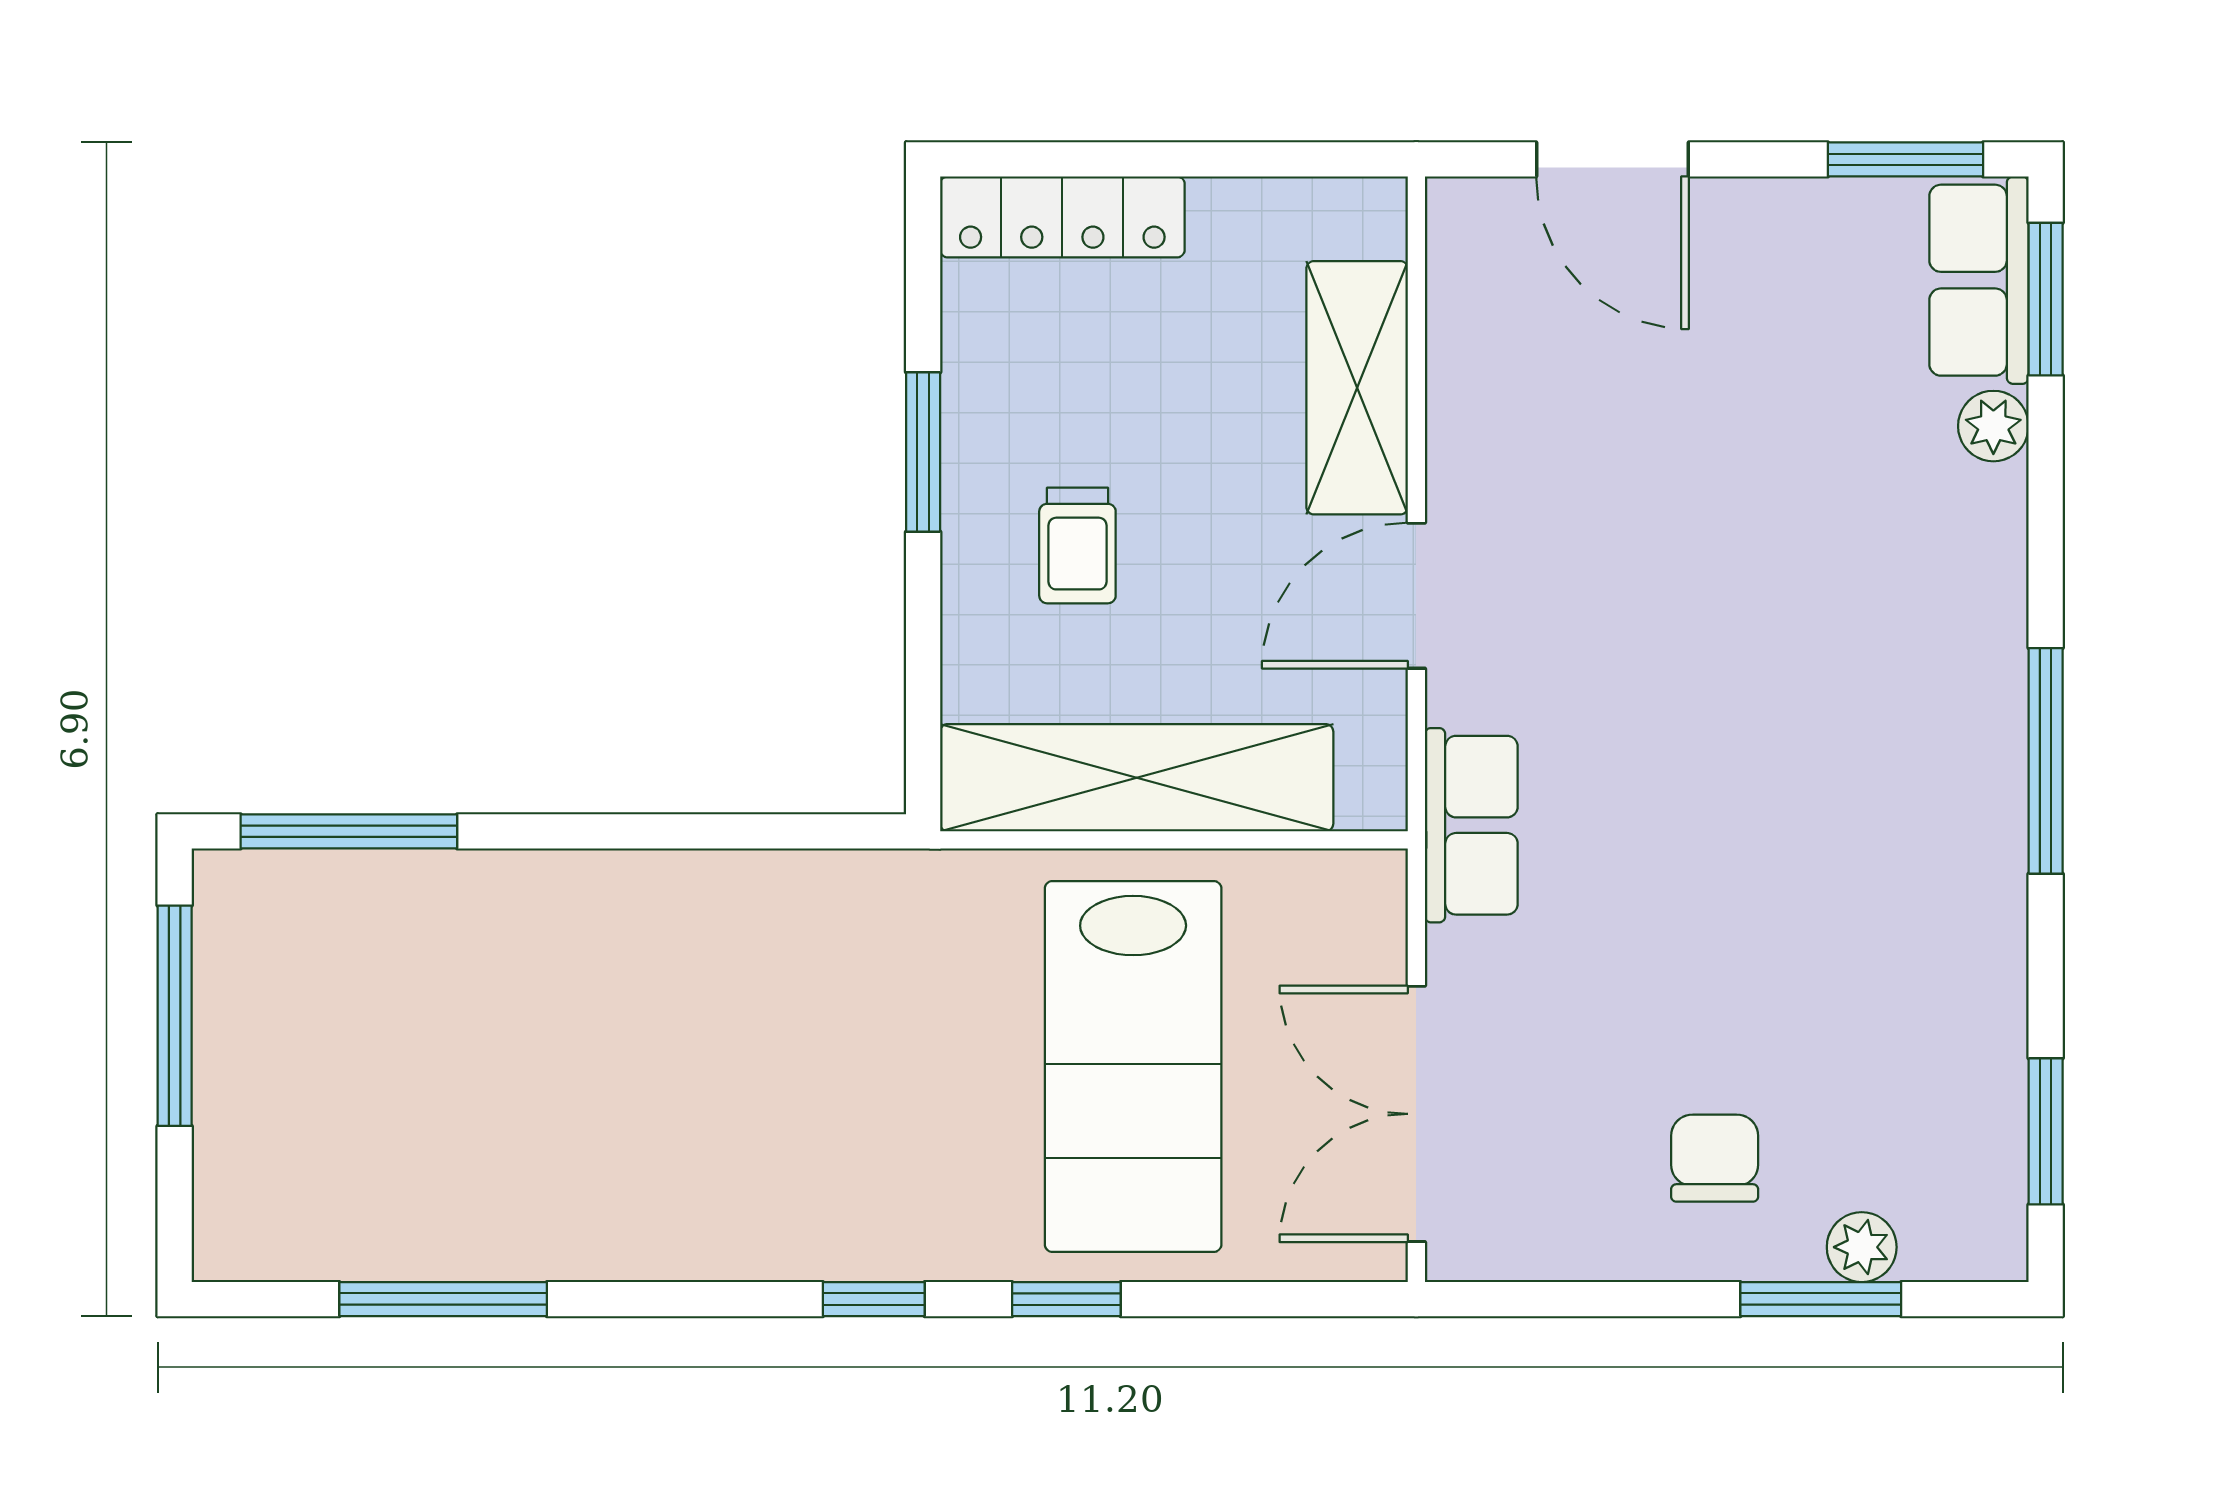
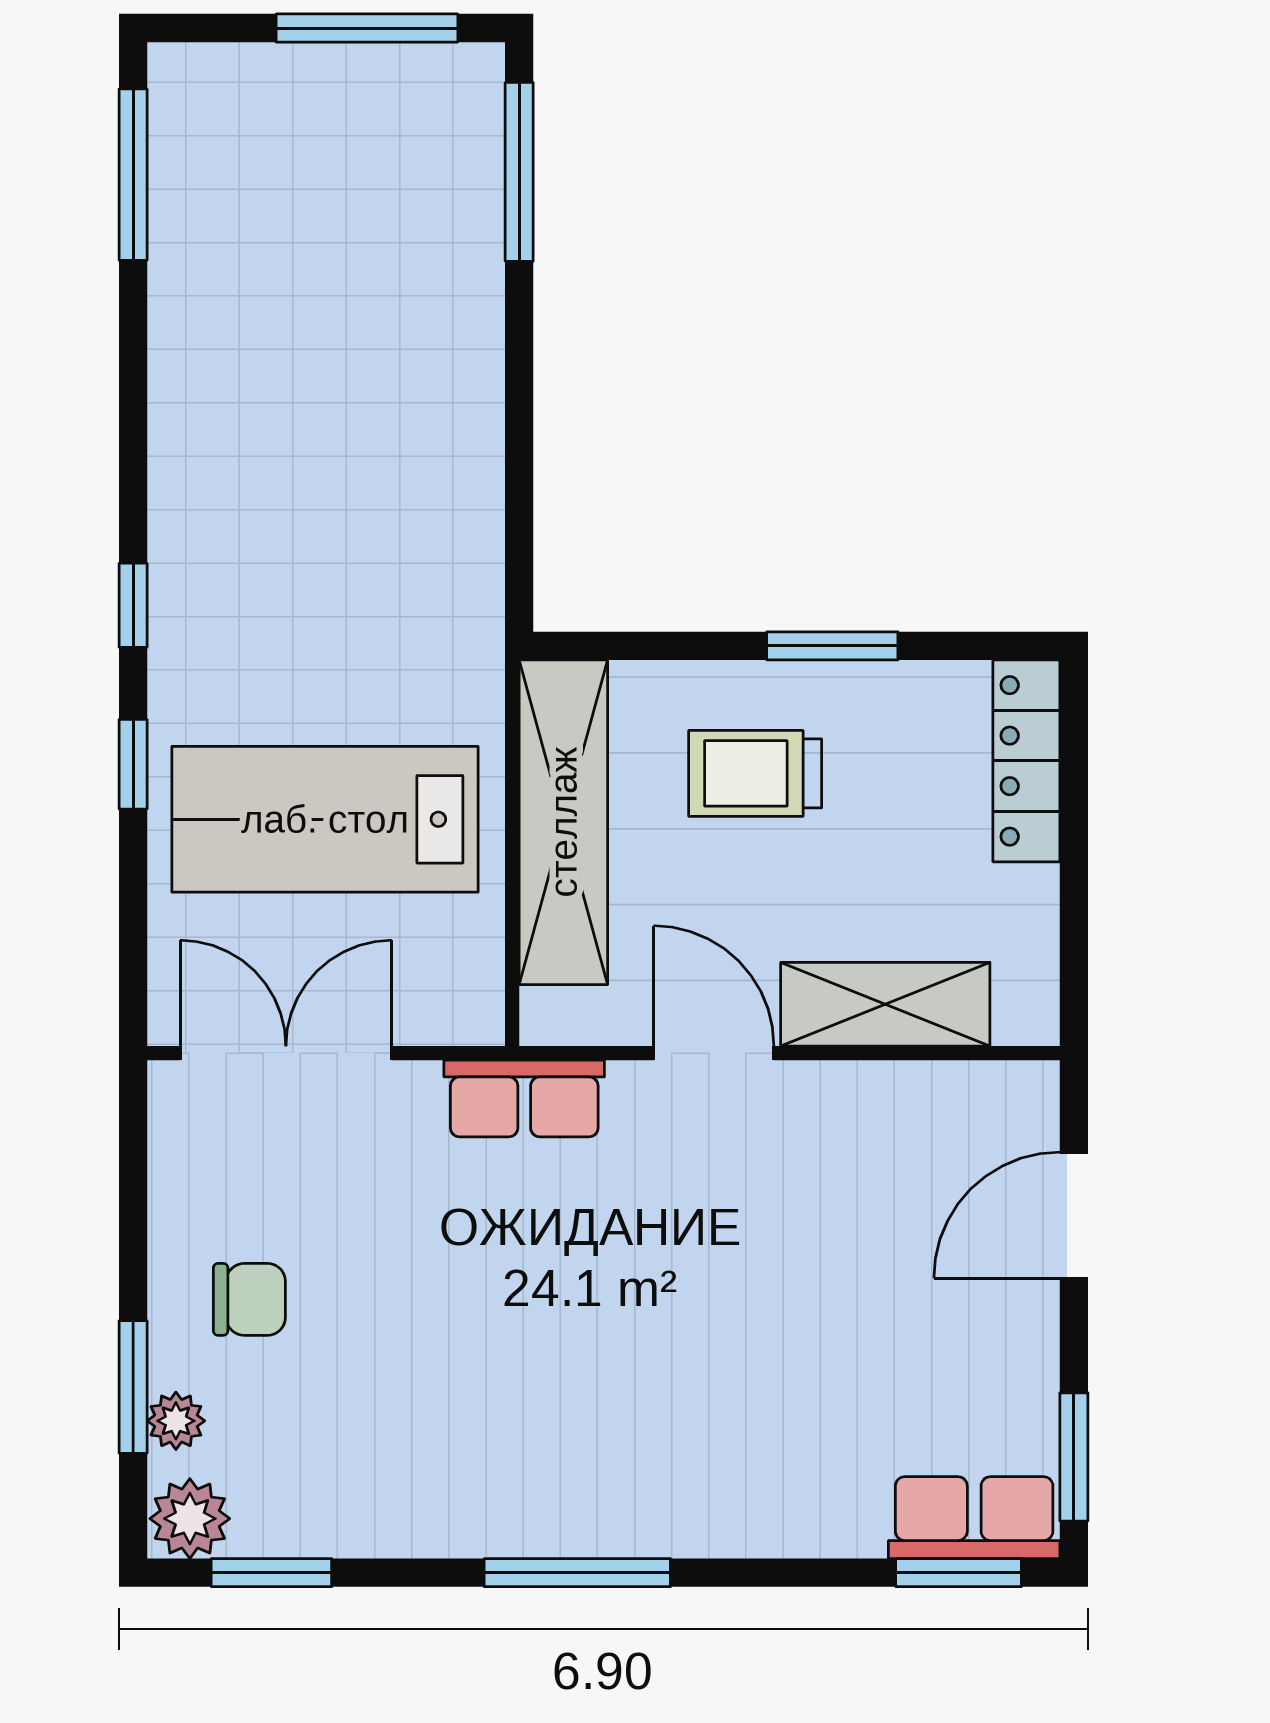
plant: (1993, 426) -> (190, 1519), moved, width x1.38, depth x1.38
trolley: (1077, 545) -> (755, 773), width x1.36, depth x1.39
window: (443, 1299) -> (133, 175), moved

